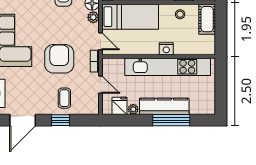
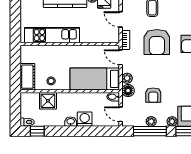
nightstand: (166, 49) -> (63, 51), removed
kitchen unit: (168, 67) -> (52, 35), width x0.73

